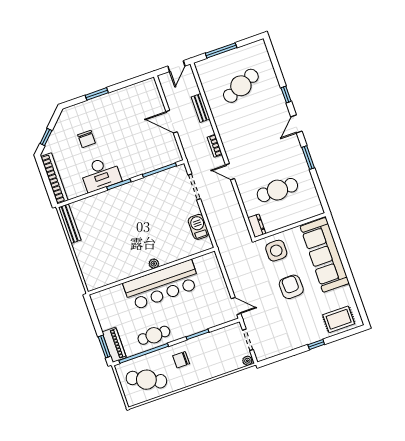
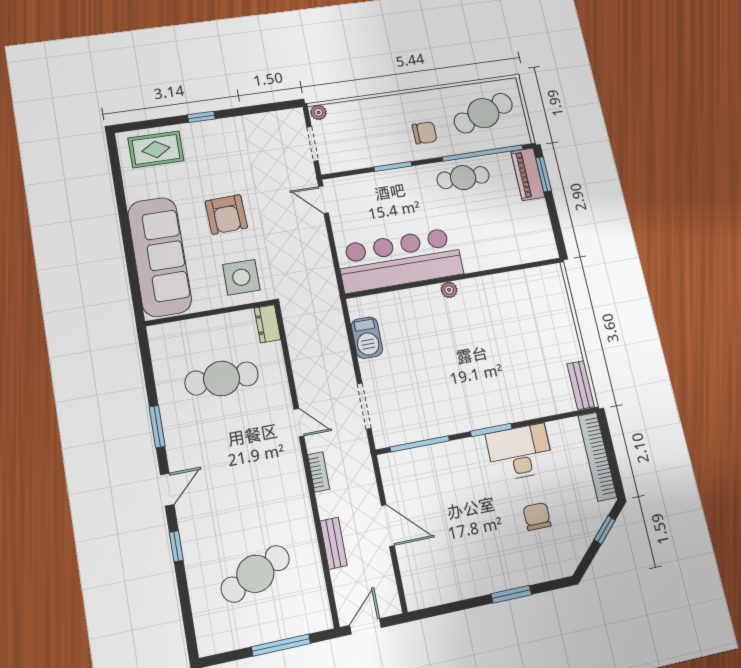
bench: (70, 224) -> (581, 385), width x0.73
bar counter: (162, 285) -> (400, 260), moved
cafe table: (146, 380) -> (483, 113), turned -45

